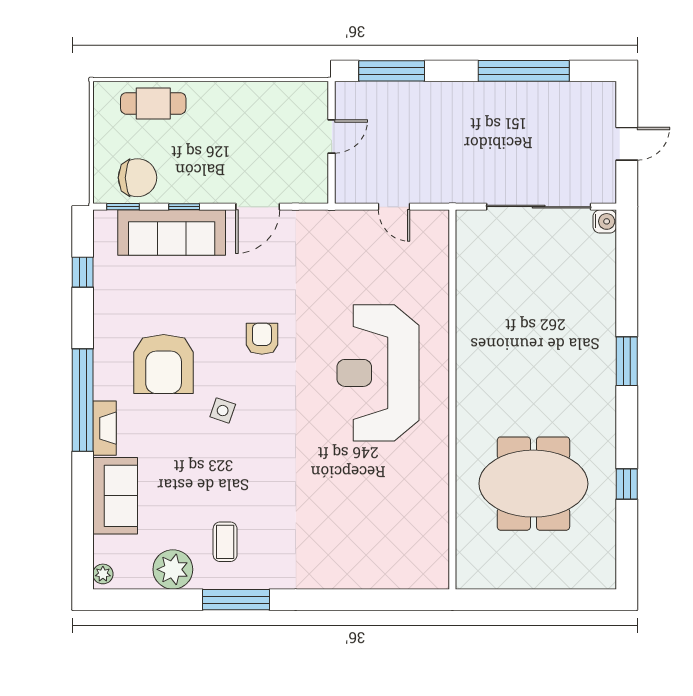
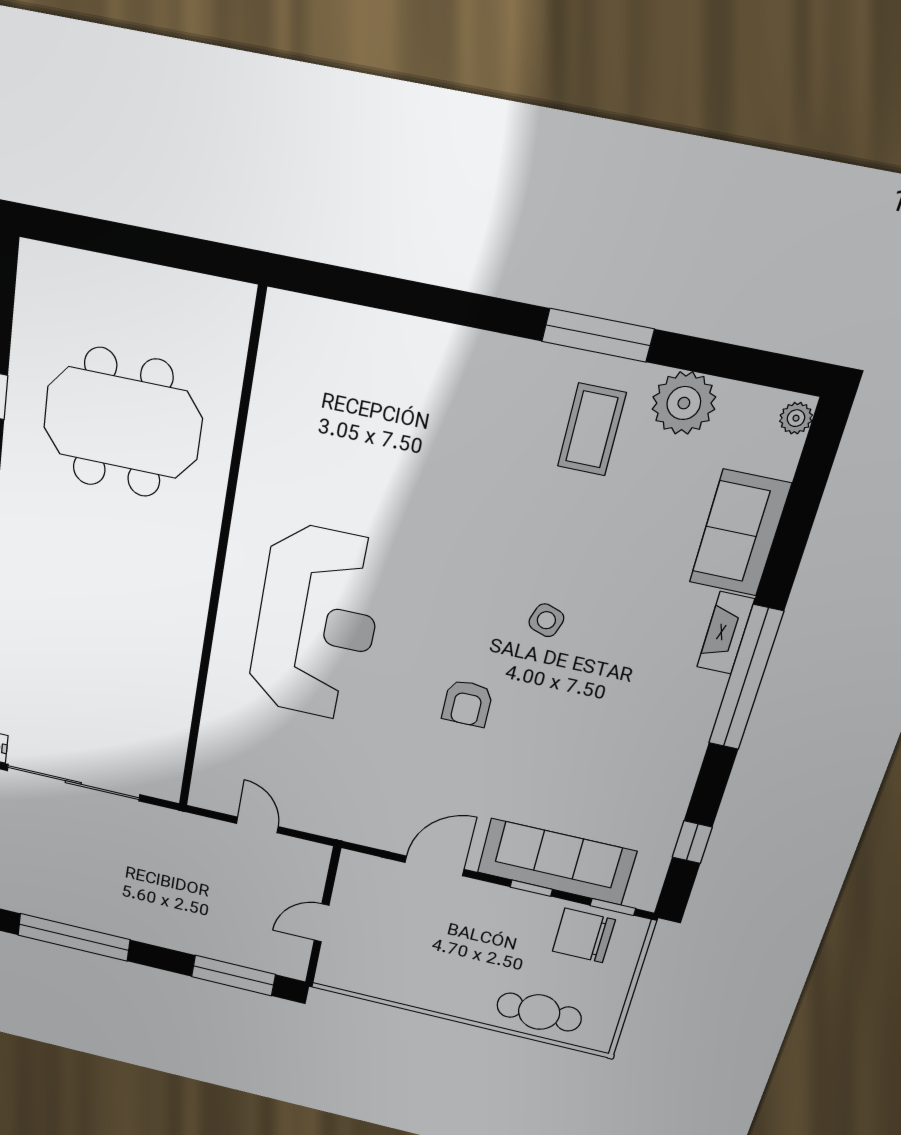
armchair: (164, 364) -> (614, 701), removed
coffee table: (225, 542) -> (592, 430), width x1.36, depth x1.30

